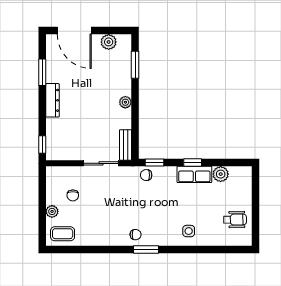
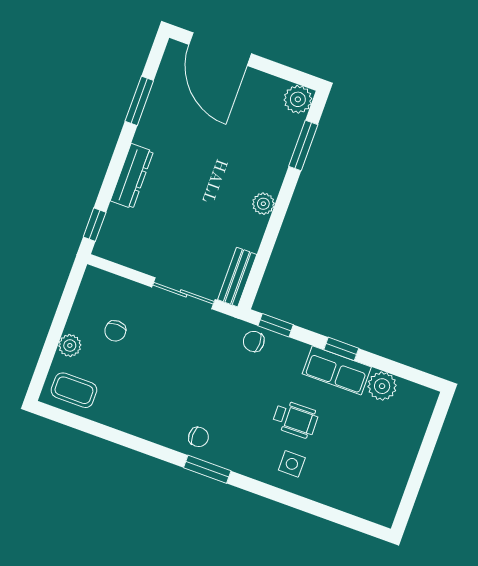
plant: (109, 42) -> (298, 99), moved
dresser: (52, 100) -> (132, 176), moved
wheelchair: (235, 220) -> (295, 419), moved

